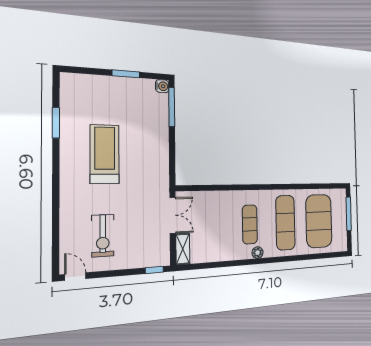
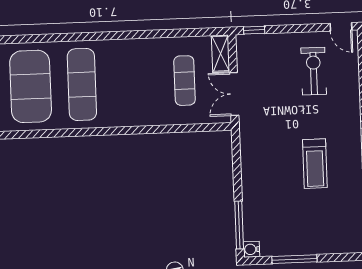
window: (126, 74) -> (294, 259), width x1.44
treadmill: (105, 154) -> (315, 164), width x0.73, depth x0.73
exercise mat: (250, 224) -> (185, 81), moved
plant: (258, 253) -> (122, 46), removed

